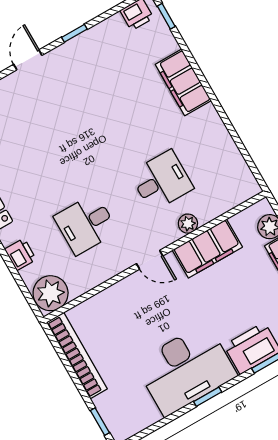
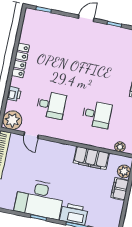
desk: (86, 224) -> (51, 105), turned 180
plant: (188, 224) -> (120, 147), moved
door: (150, 260) -> (31, 135), moved

